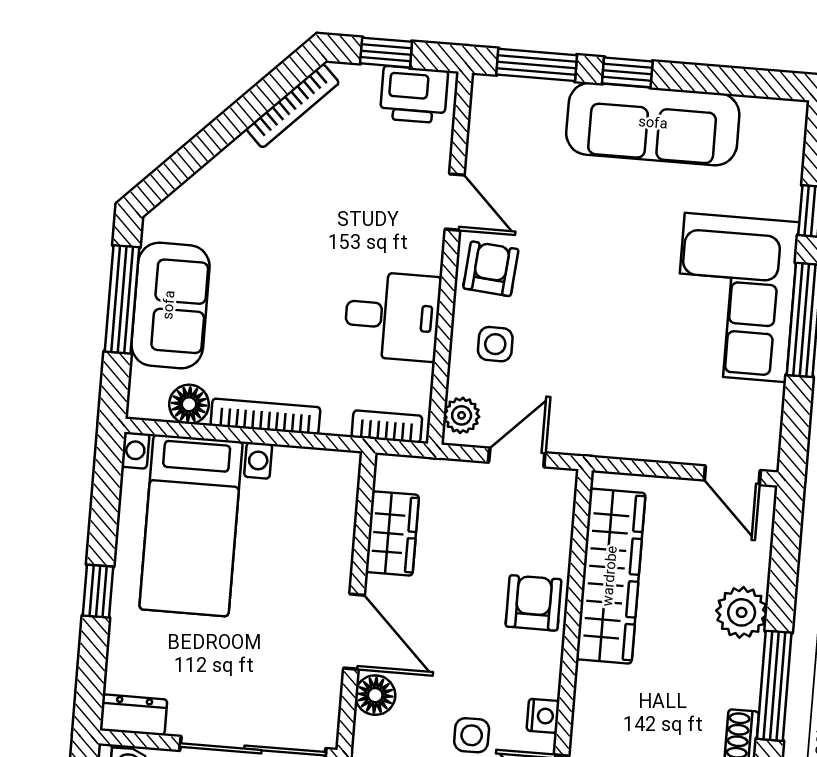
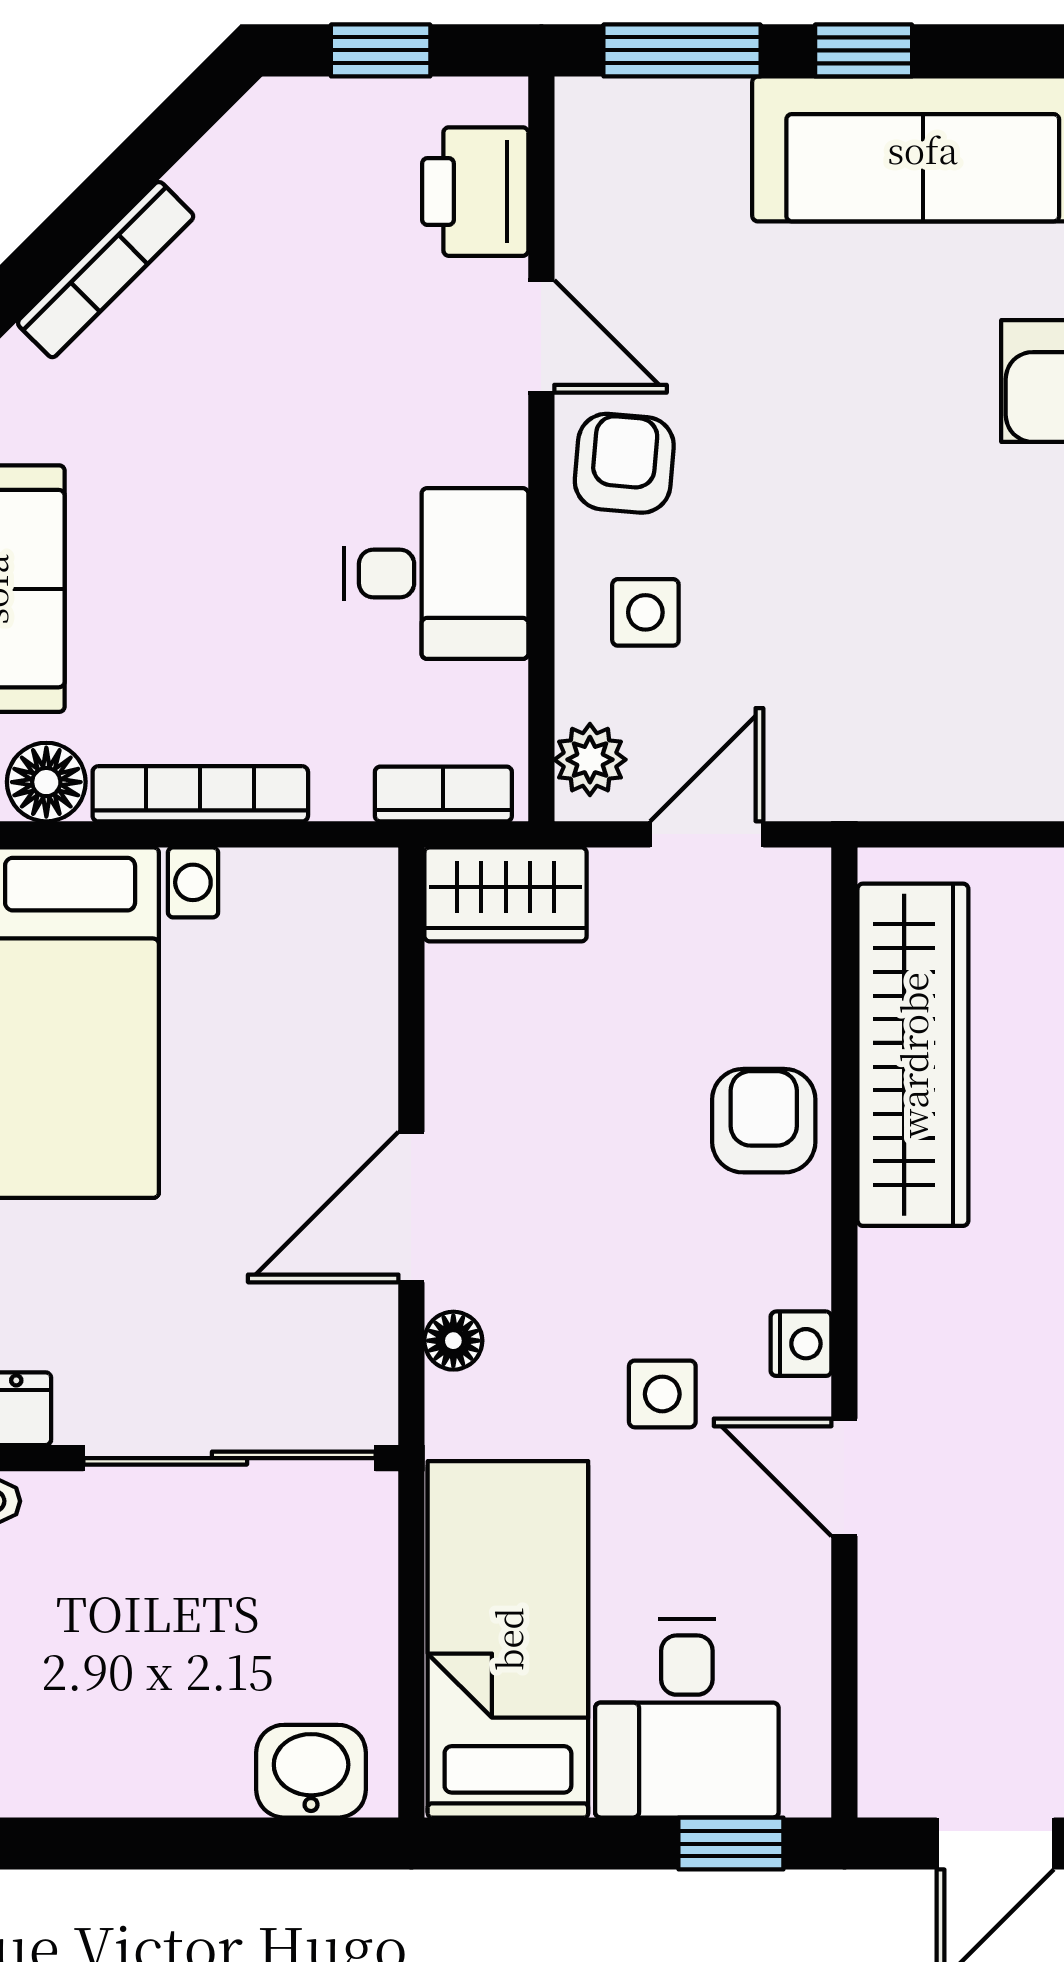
printer: (414, 95) -> (475, 192), moved, turned 90
bookcase: (293, 106) -> (106, 270), moved
wardrobe: (392, 533) -> (506, 894), moved, turned 90
door: (354, 632) -> (411, 1207), swing flipped
floor lamp: (375, 695) -> (453, 1341), width x0.73, depth x0.73

